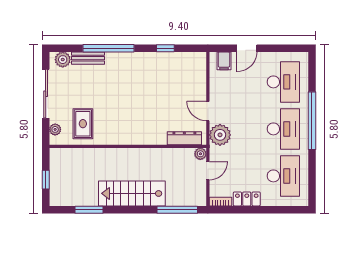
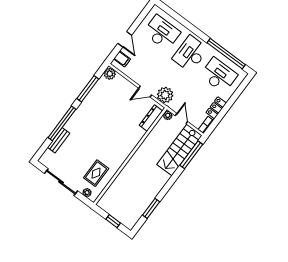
window: (165, 48) -> (88, 89), width x2.17
plant: (63, 60) -> (110, 74), moved
window: (312, 121) -> (226, 54), moved
rug: (83, 124) -> (96, 173), turned 90
desk: (283, 129) -> (190, 54), turned -90
stairs: (132, 193) -> (179, 150), moved

